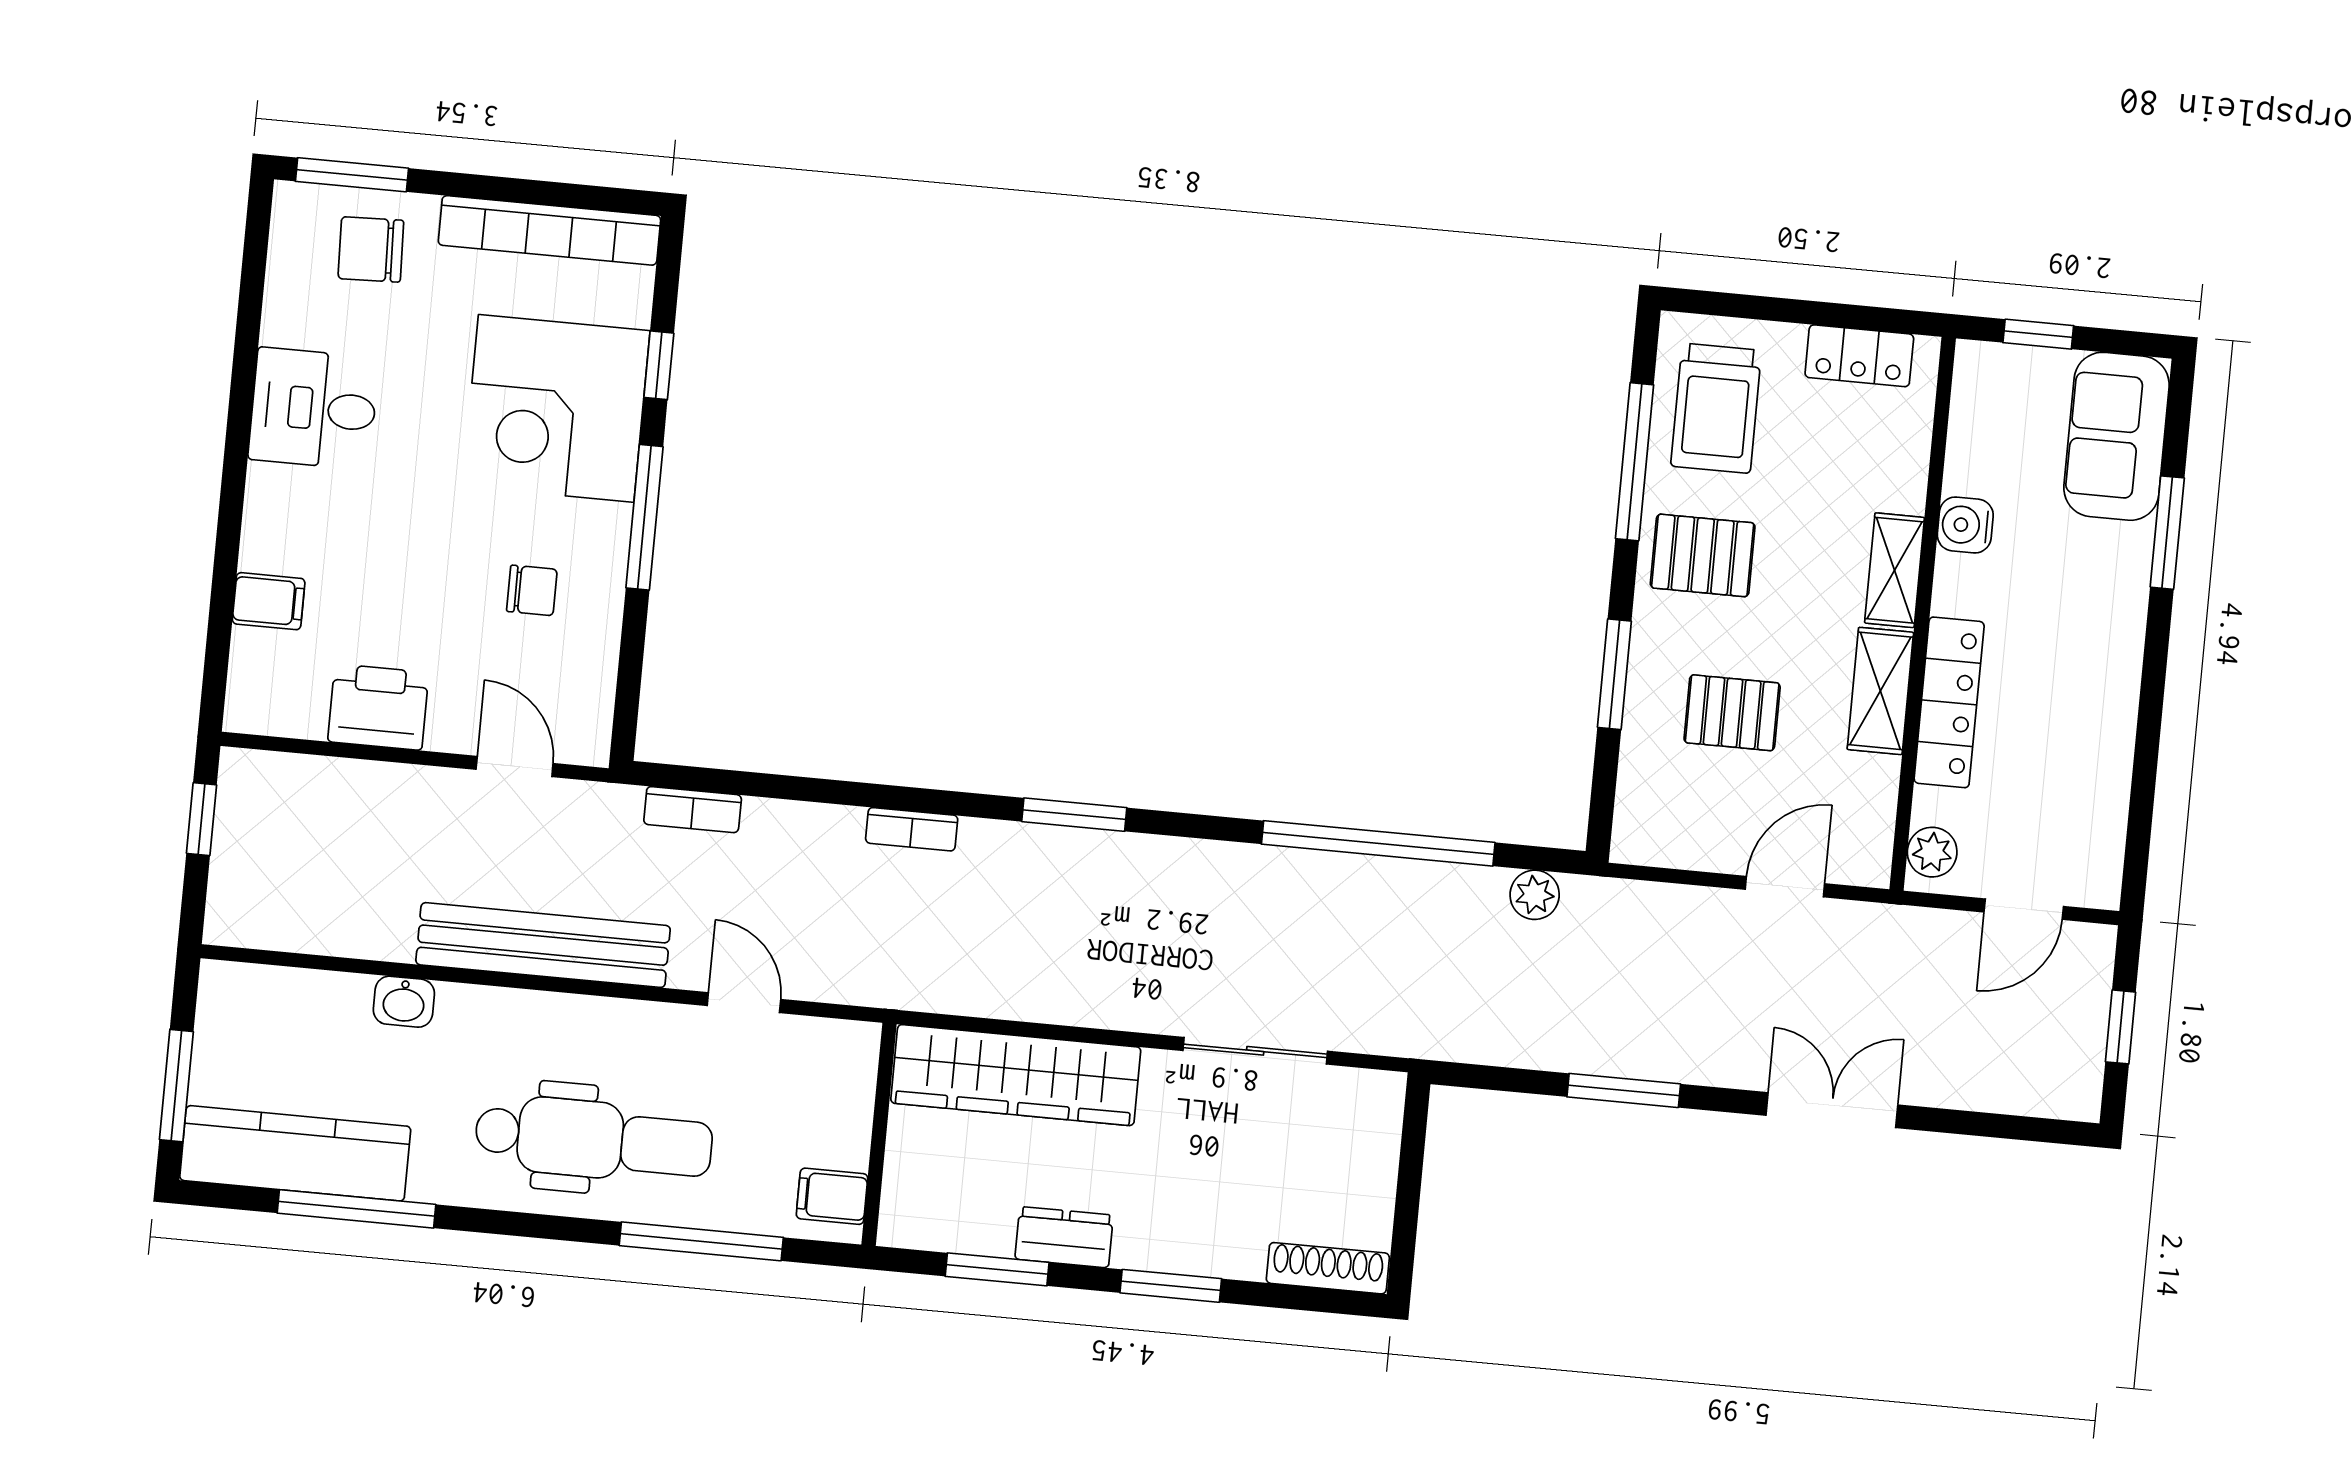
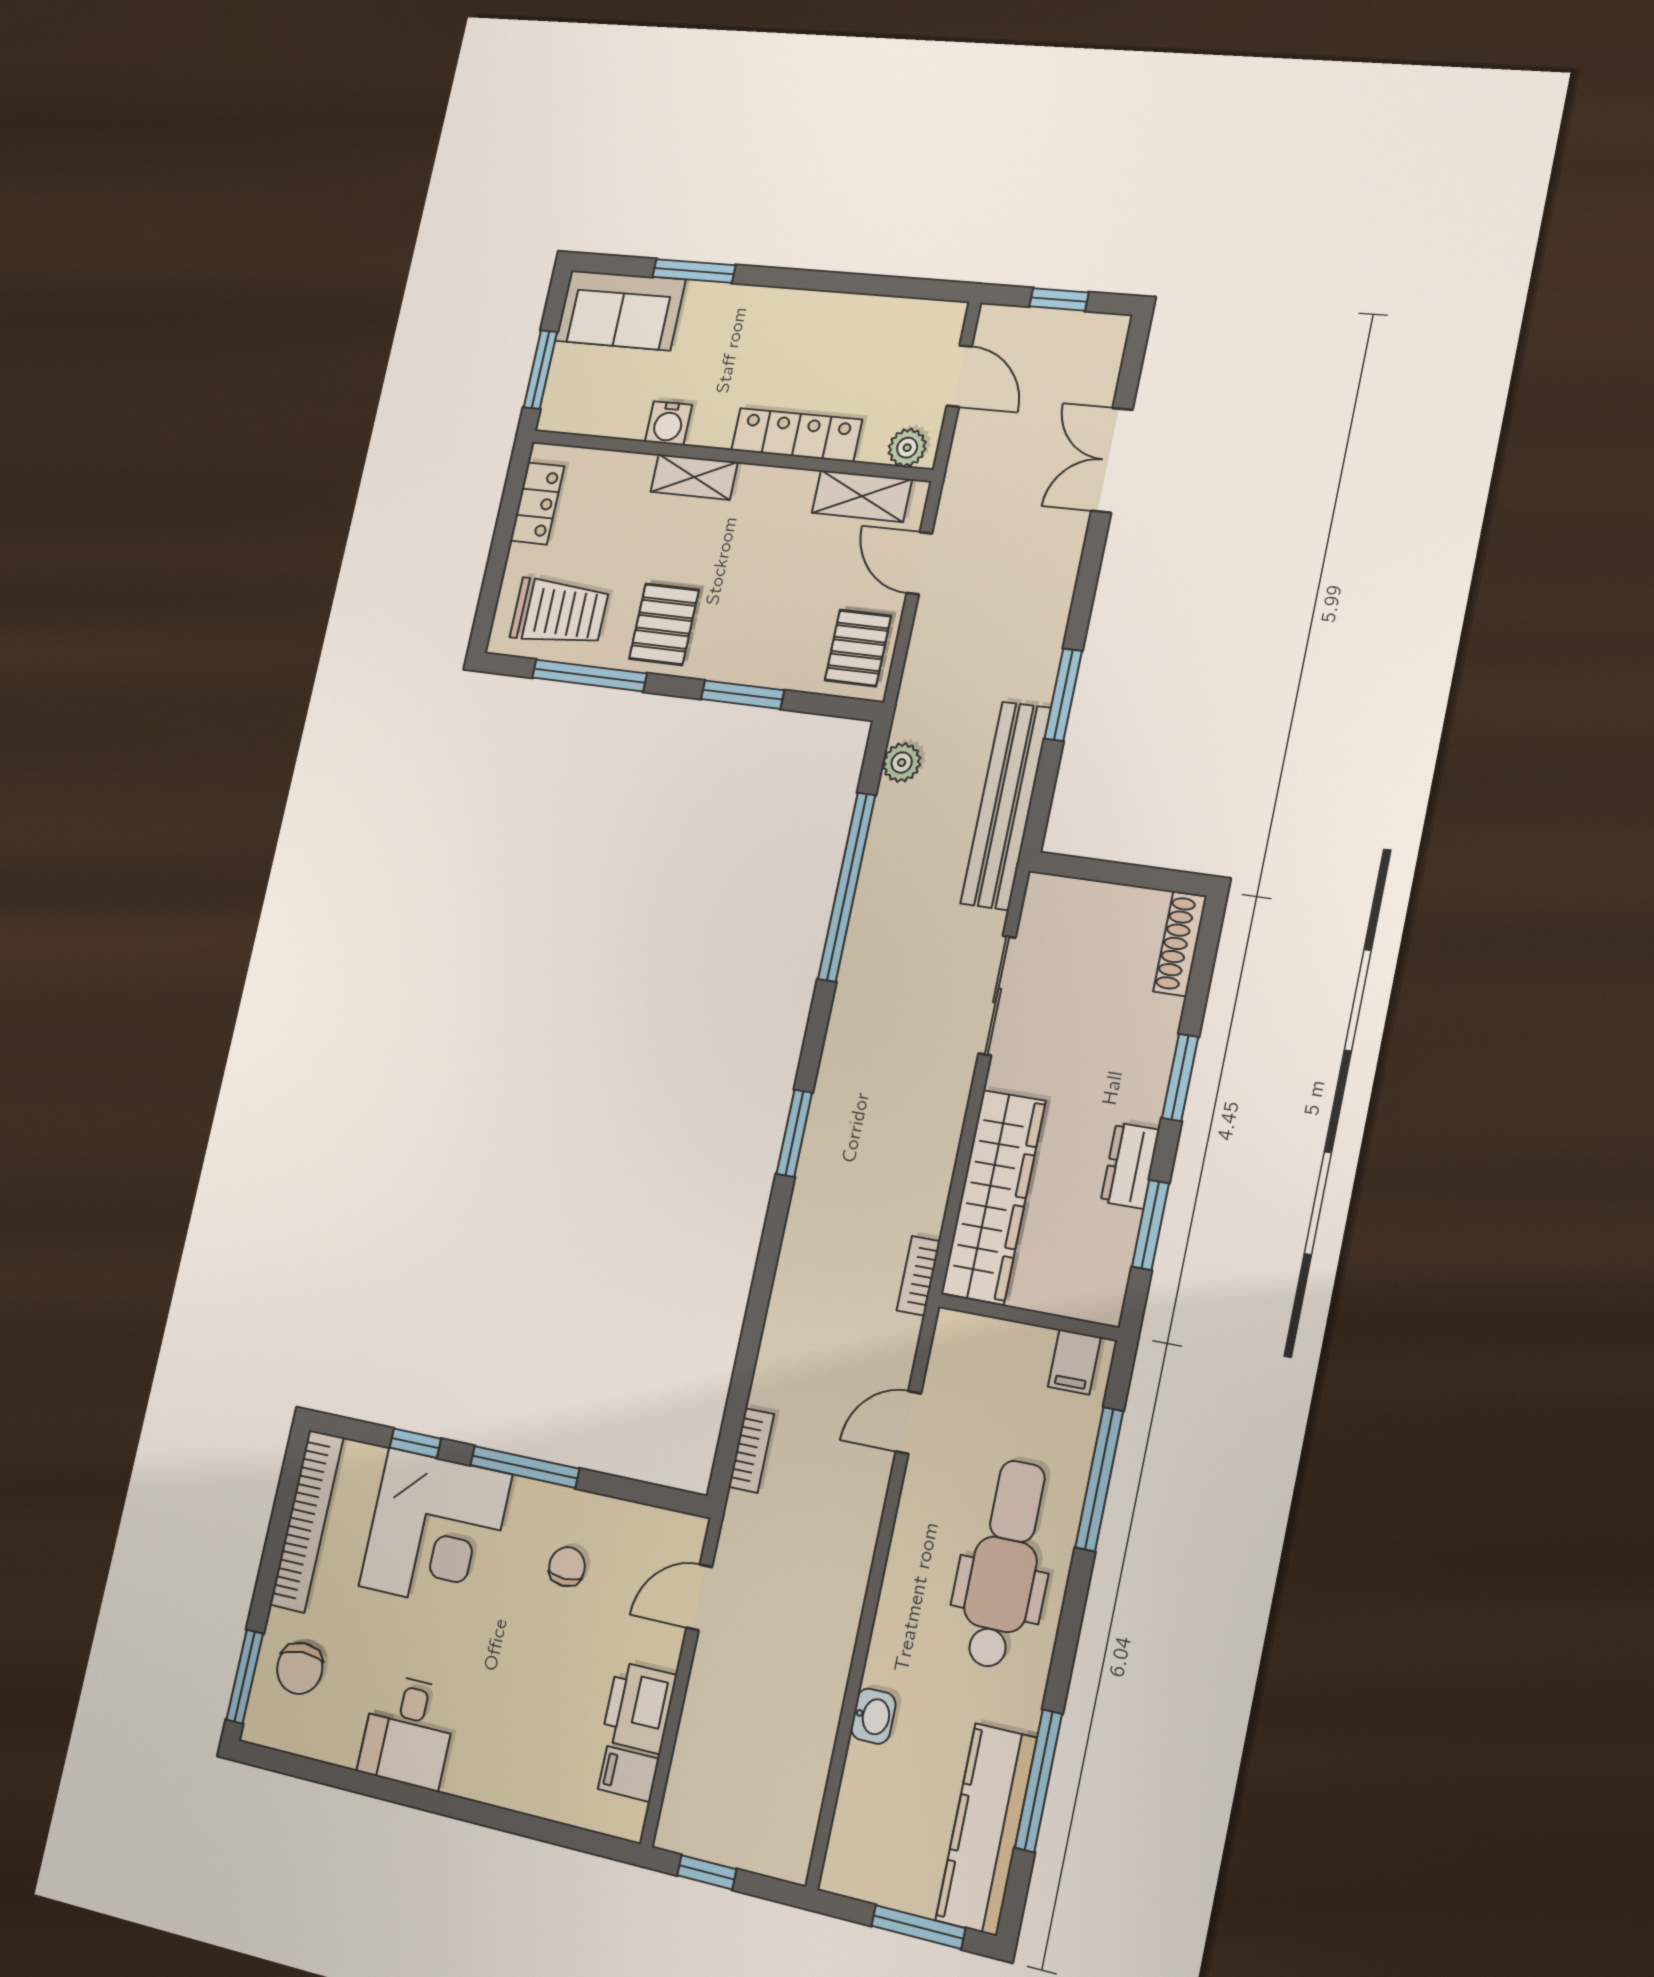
window: (2038, 334) -> (540, 370), width x1.50
filing cabinet: (269, 601) -> (629, 1774), moved, turned -90
shelving: (1880, 691) -> (862, 496), moved
pallet: (1732, 713) -> (858, 648), moved
bookcase: (912, 829) -> (918, 1276), moved, turned 180
bench: (543, 945) -> (1006, 806), moved
double door: (1832, 1110) -> (1112, 460), moved

